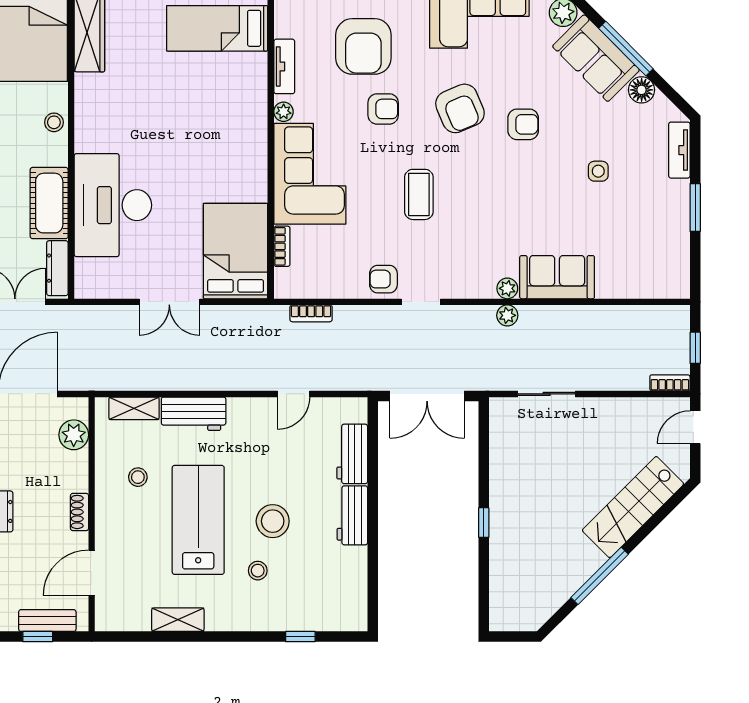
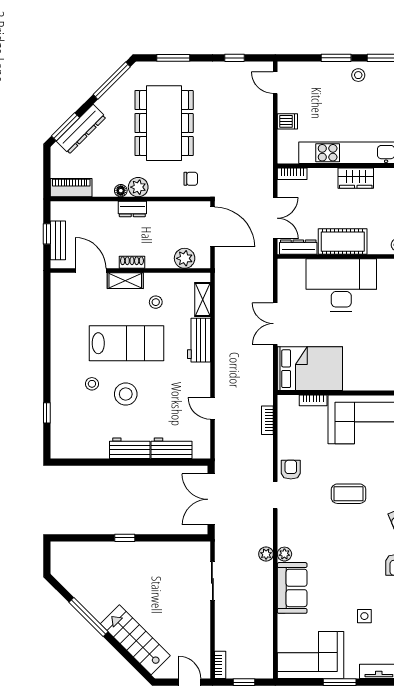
corner sofa: (655, 250) -> (311, 655), added
shelving: (178, 620) -> (125, 281), moved, turned 90

